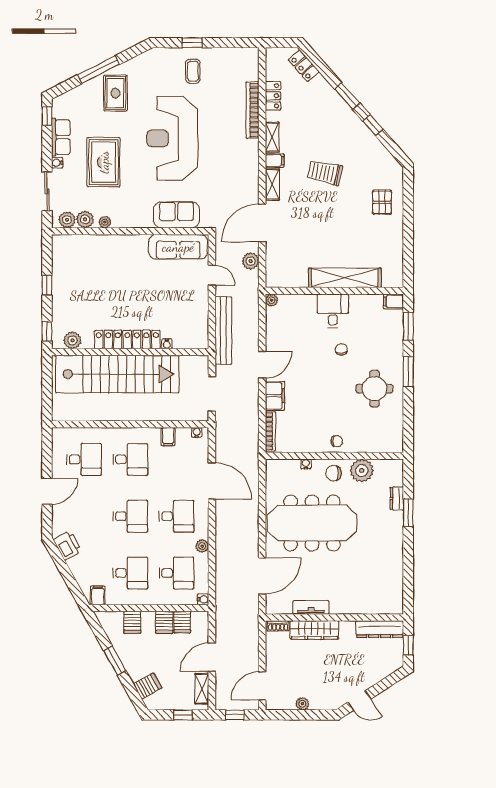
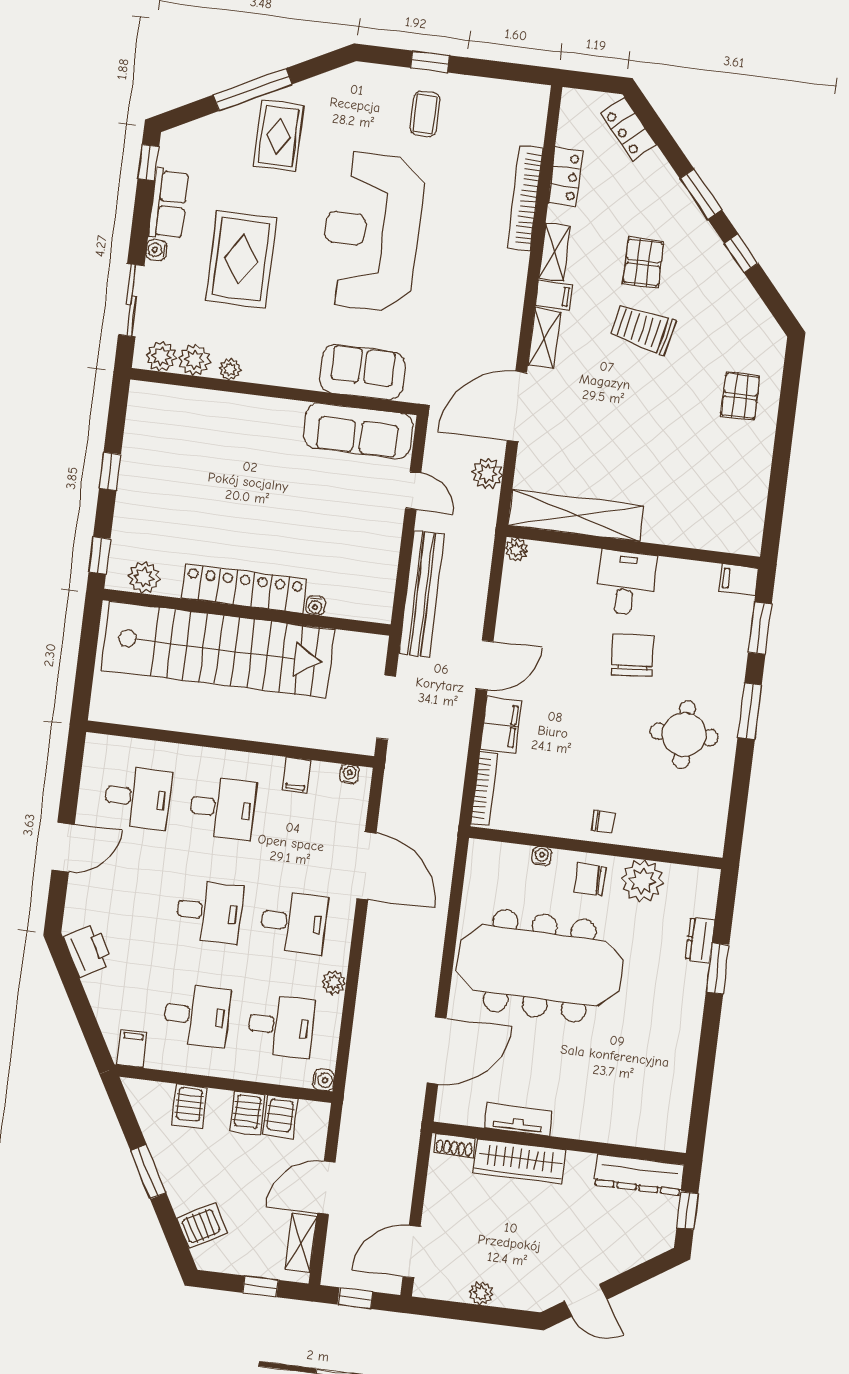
pallet: (321, 137) -> (643, 263), added
shelving: (345, 278) -> (576, 516), moved
chair: (341, 349) -> (633, 655), width x1.87, depth x1.87

